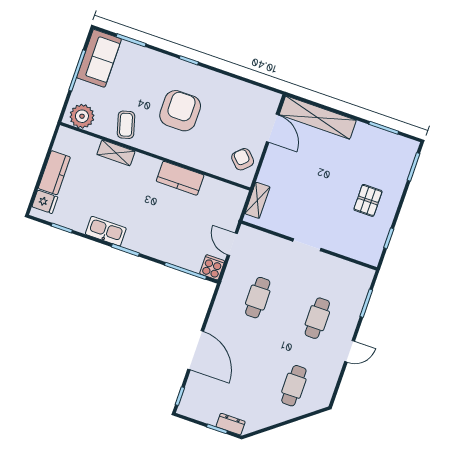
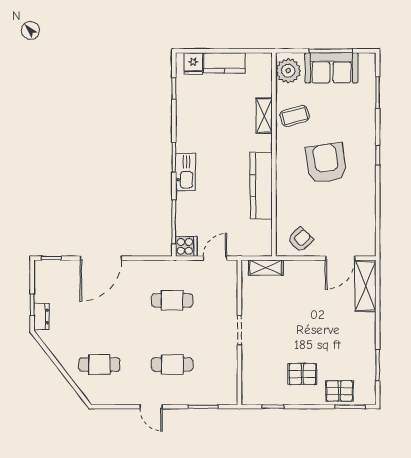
sofa: (99, 58) -> (331, 68), moved
armchair: (180, 111) -> (326, 163), turned -98
shelving: (318, 117) -> (365, 286), width x0.68
pallet: (396, 171) -> (339, 391), added
kitchen counter: (180, 178) -> (261, 186), width x1.50
kitchen sink: (106, 231) -> (185, 172), moved

